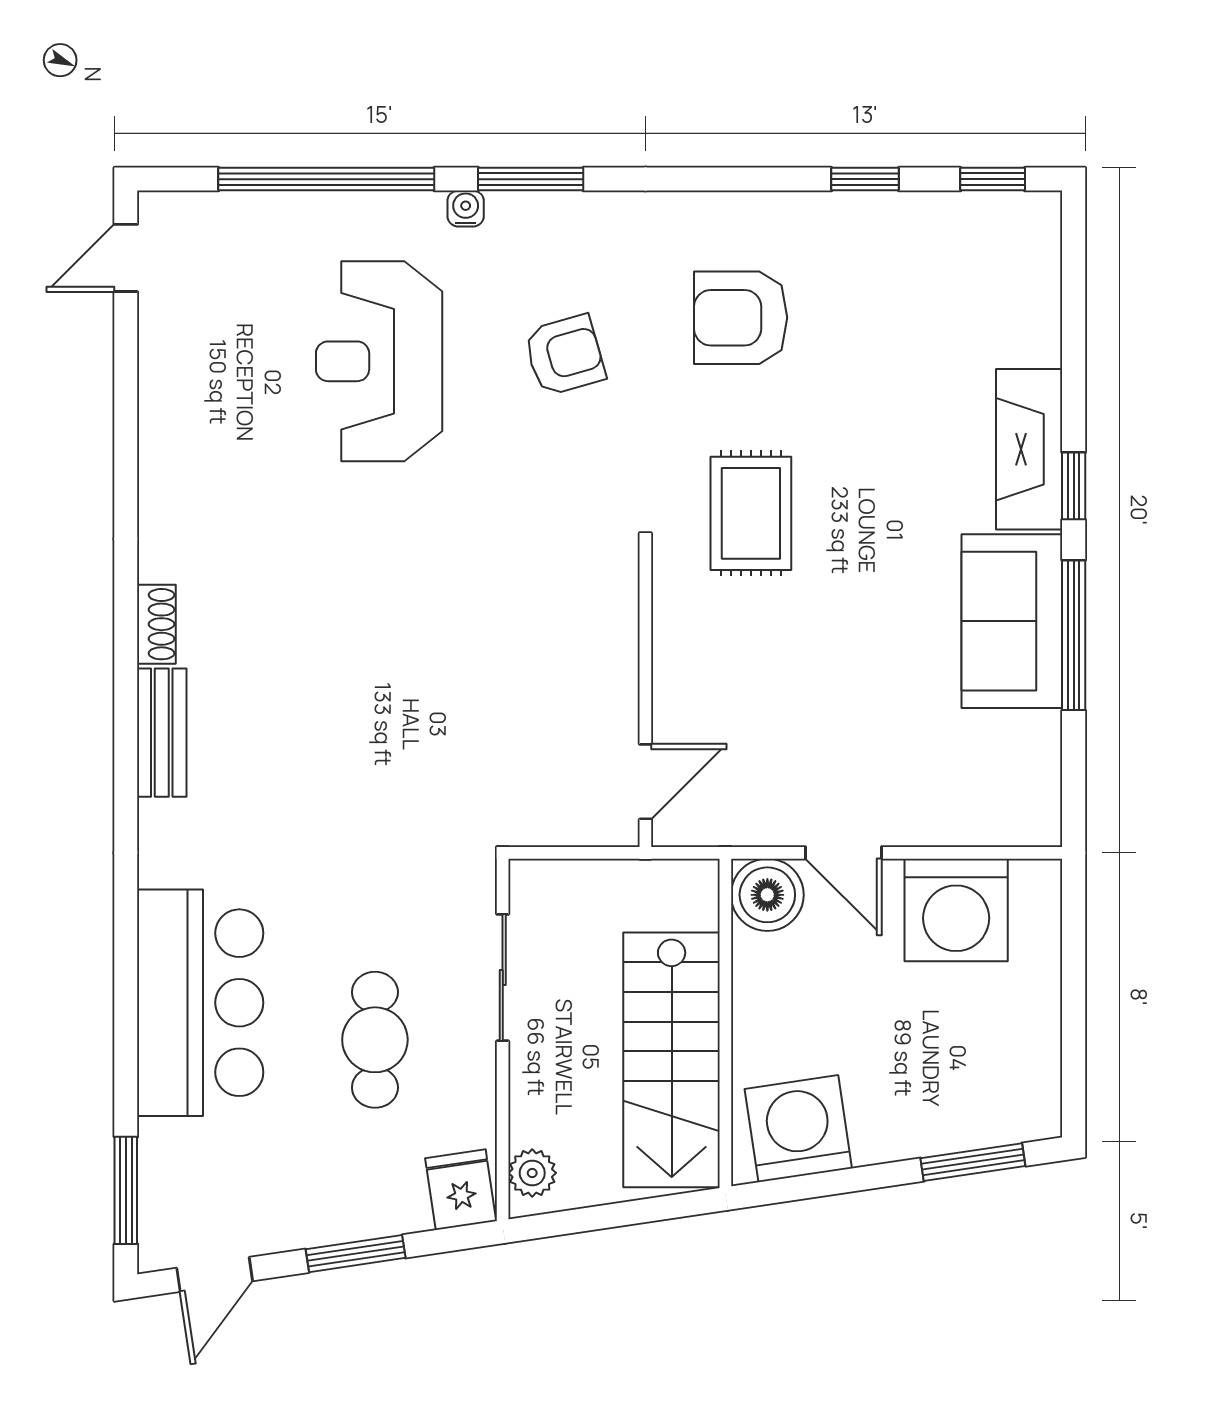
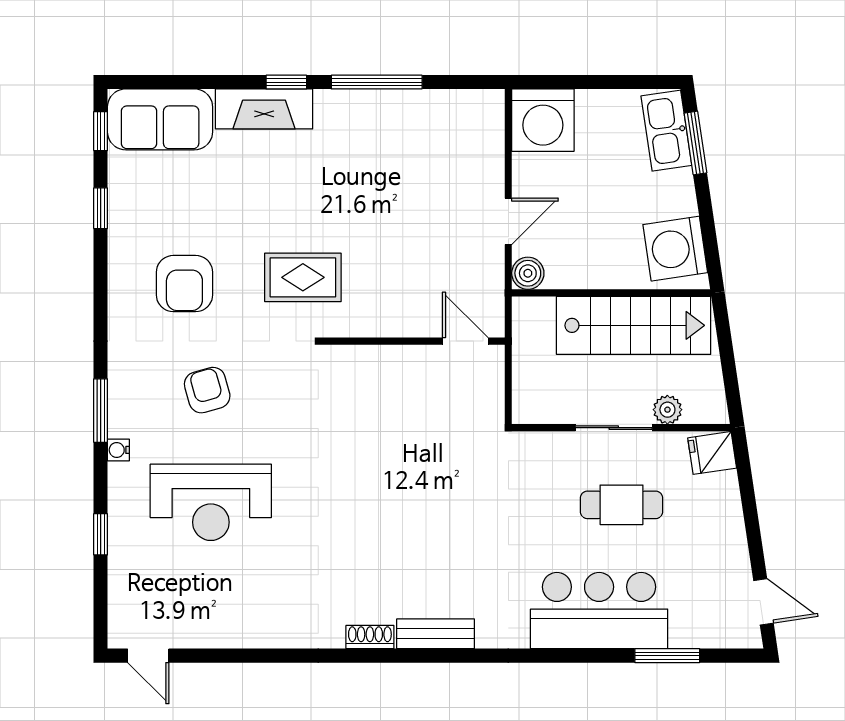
window: (326, 179) -> (101, 534), width x0.32
sofa: (1012, 621) -> (160, 119), moved
boiler: (767, 895) -> (528, 273), width x0.73, depth x0.73
washing machine: (956, 910) -> (543, 120), moved, turned 90
sliding door: (503, 978) -> (614, 428), moved
kitchen sink: (993, 1114) -> (666, 131), added
plant: (532, 1173) -> (667, 410), moved
window: (126, 1190) -> (667, 656), moved
window: (356, 1254) -> (751, 517), removed

